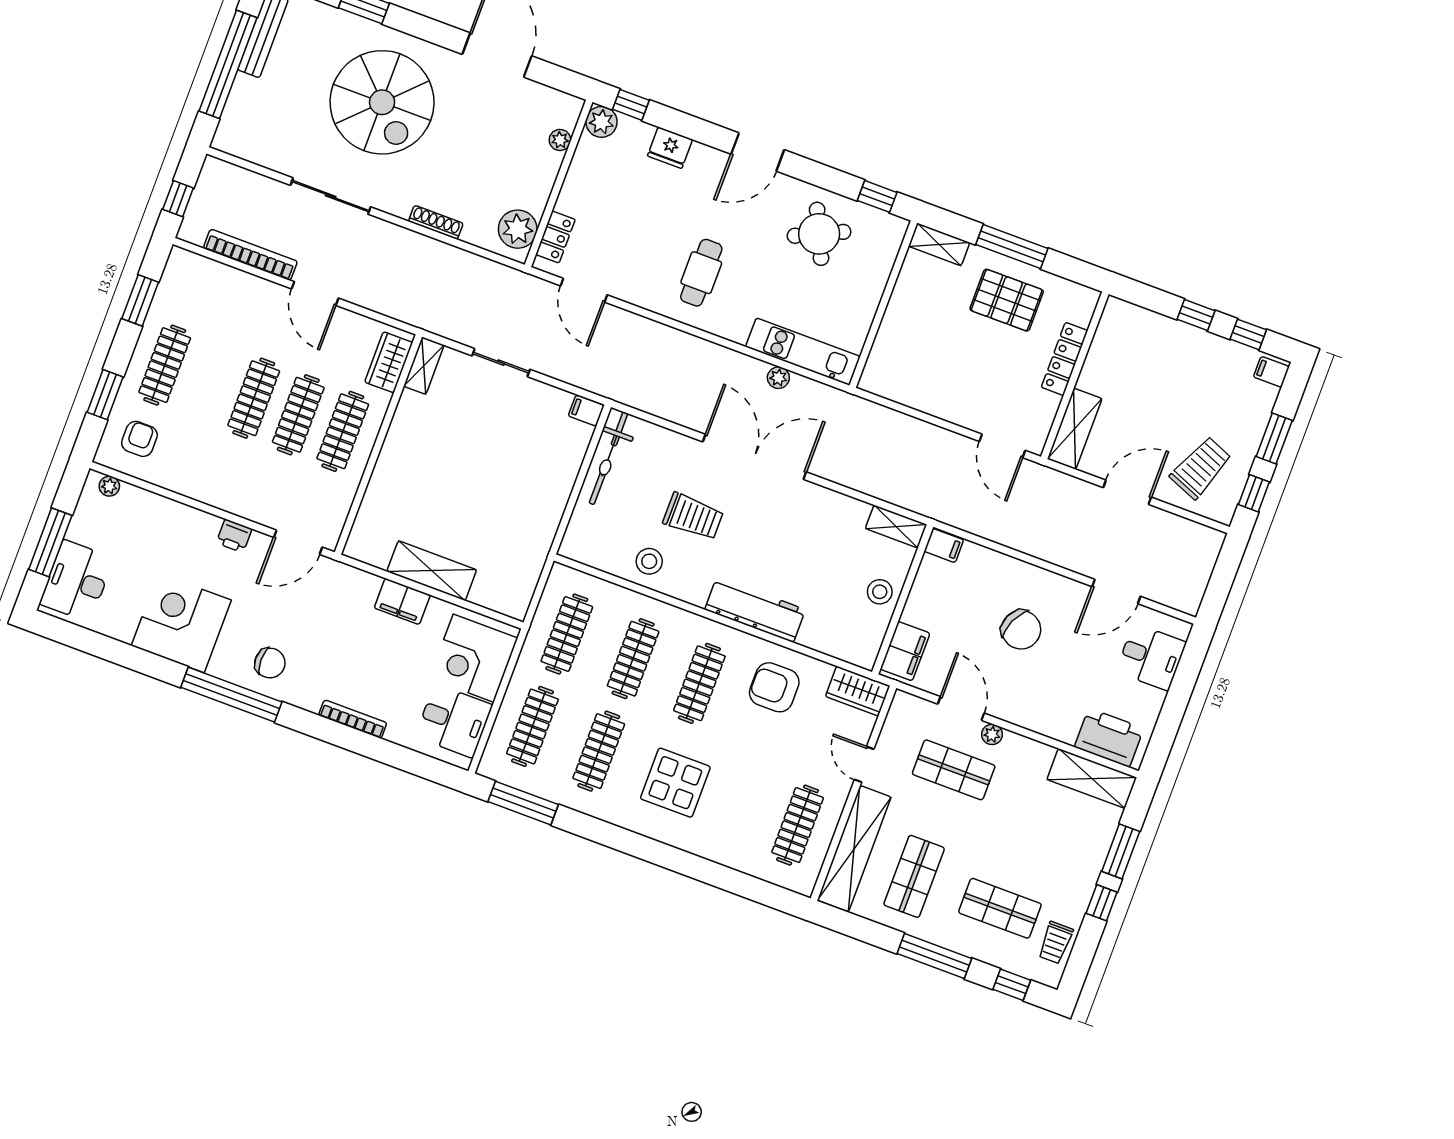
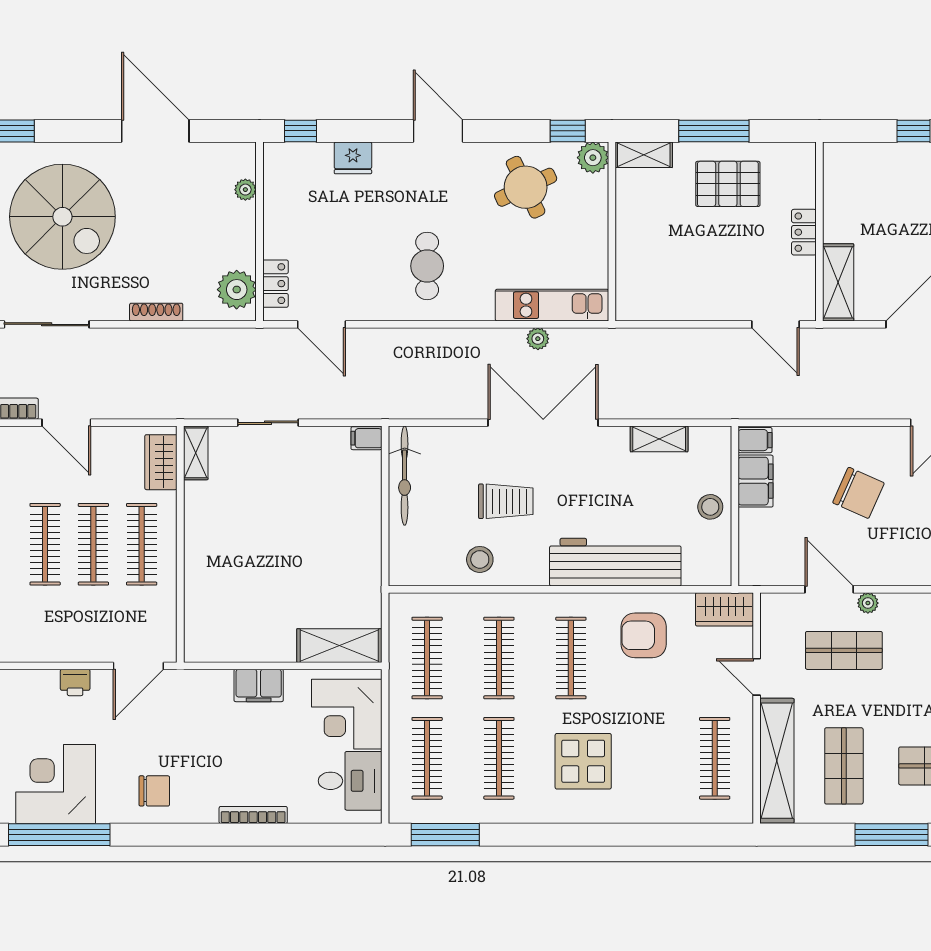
plant: (601, 122) -> (593, 158), moved
door: (758, 152) -> (438, 131), swing flipped
locker: (1065, 359) -> (804, 232), width x0.66
shelving: (896, 527) -> (659, 439), moved
shelving: (432, 571) -> (339, 646), moved
workbench: (755, 610) -> (615, 562), width x1.36, depth x1.32
filing cabinet: (905, 651) -> (755, 481), moved
window: (231, 695) -> (59, 835), moved

